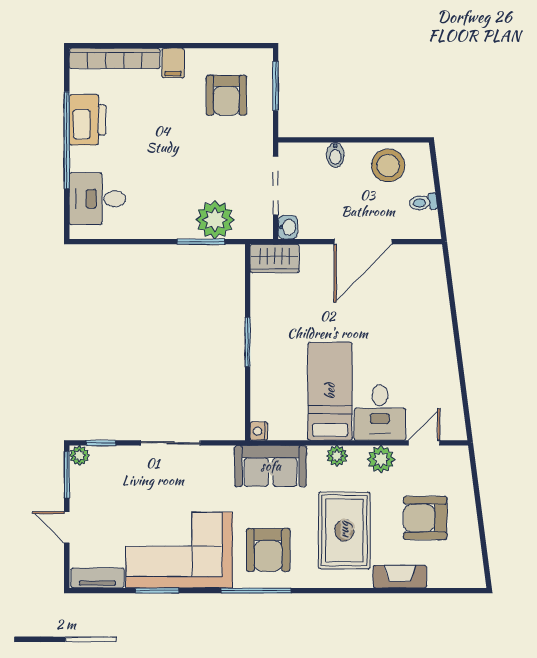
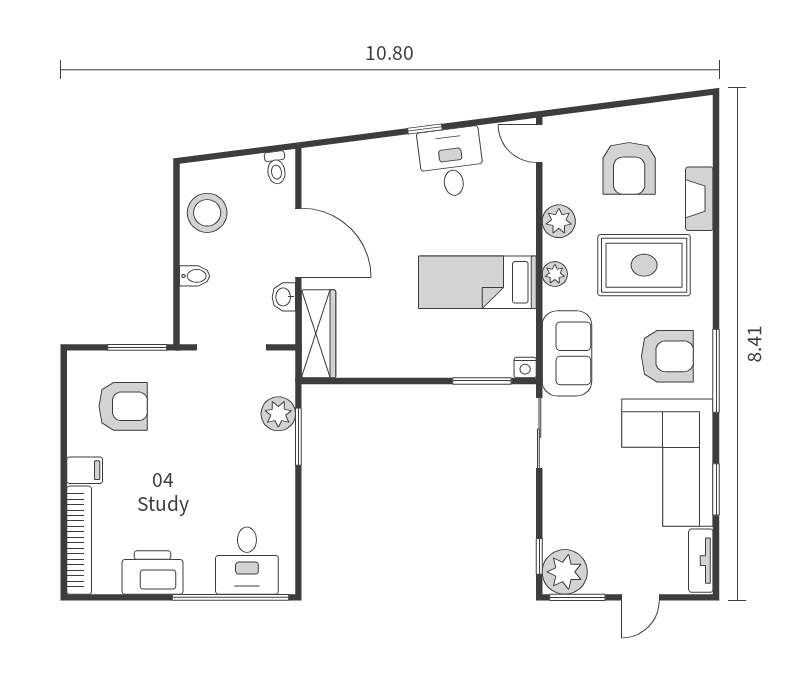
window: (276, 86) -> (137, 347), moved
window: (67, 140) -> (231, 597), moved
toilet: (423, 202) -> (276, 168), moved
plant: (215, 220) -> (278, 414), width x0.73, depth x0.73
washbasin: (288, 227) -> (284, 297), moved, turned -90
wardrobe: (275, 258) -> (319, 334), width x1.50
window: (248, 342) -> (482, 381), moved
window: (458, 347) -> (425, 129), added
desk: (380, 413) -> (451, 162), moved, turned -97
sliding door: (171, 443) -> (539, 433), moved
door: (424, 443) -> (539, 144), moved
plant: (79, 455) -> (565, 572), width x1.88, depth x1.88

